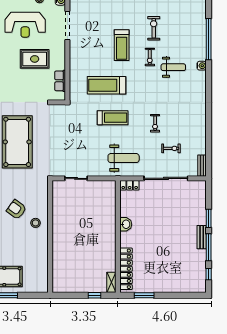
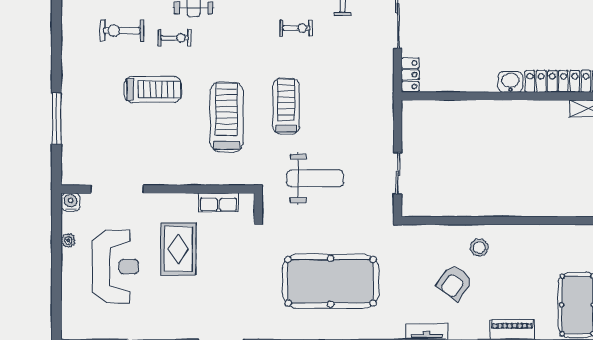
treadmill: (107, 85) -> (227, 117), turned 180
weight bench: (124, 158) -> (315, 178), moved, turned 90
washbasin: (126, 224) -> (510, 82), moved

